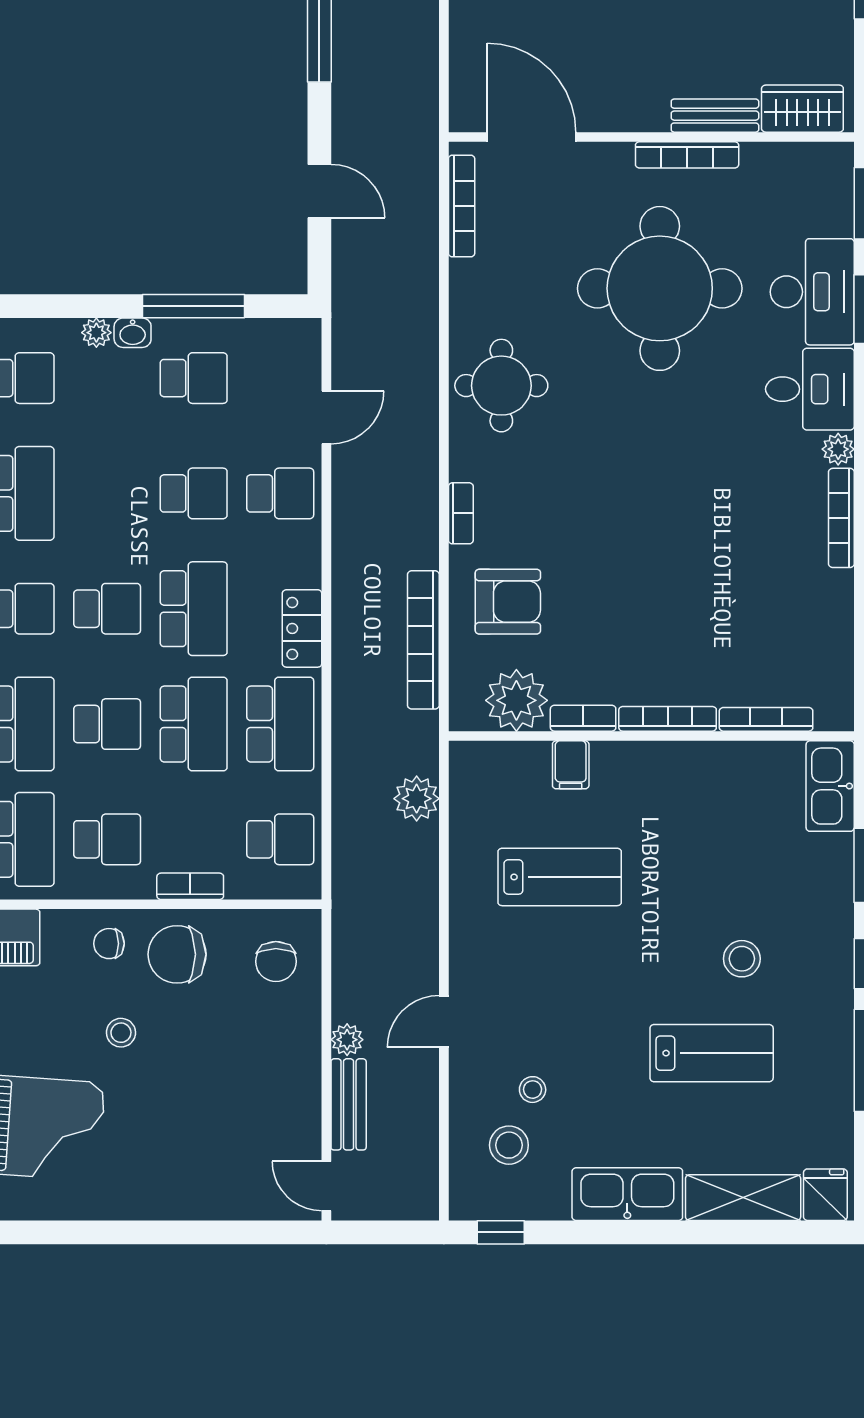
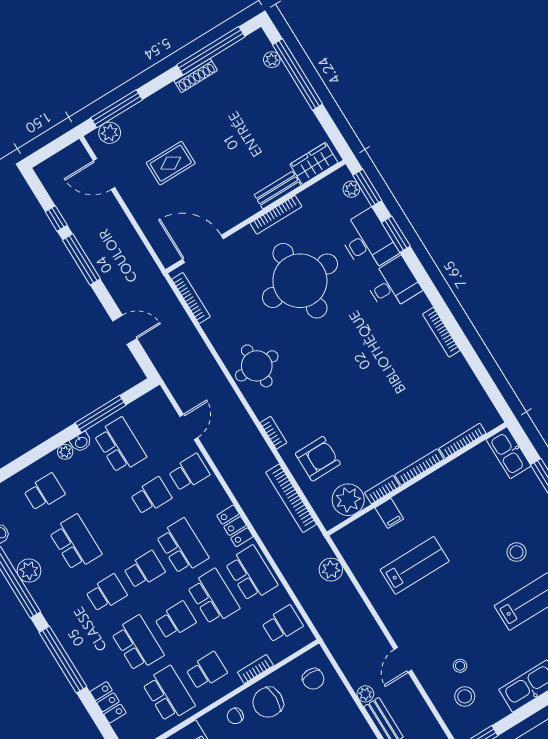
school desk: (194, 378) -> (120, 446), width x1.85
plant: (838, 449) -> (351, 189), moved

